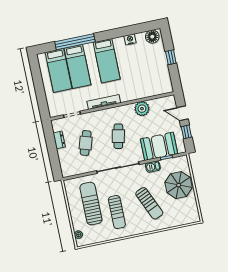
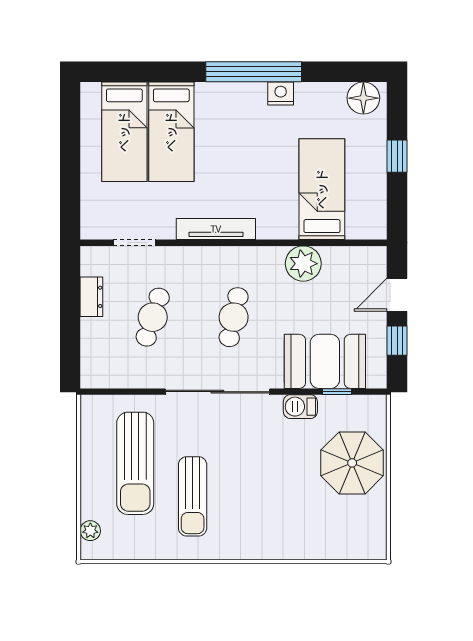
nightstand: (130, 39) -> (281, 93), moved
window: (75, 42) -> (254, 72), moved
bed: (107, 61) -> (322, 189), moved, turned 180
door: (182, 113) -> (397, 295), hinge flipped
sun lounger: (149, 203) -> (274, 492), removed
sun lounger: (91, 204) -> (135, 463), turned 180

